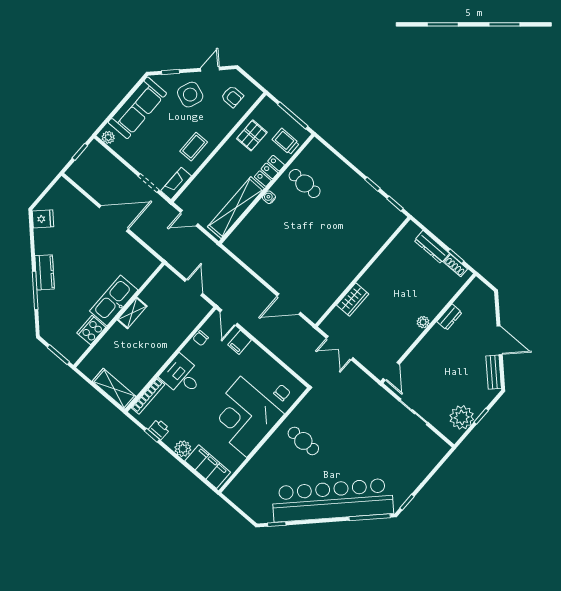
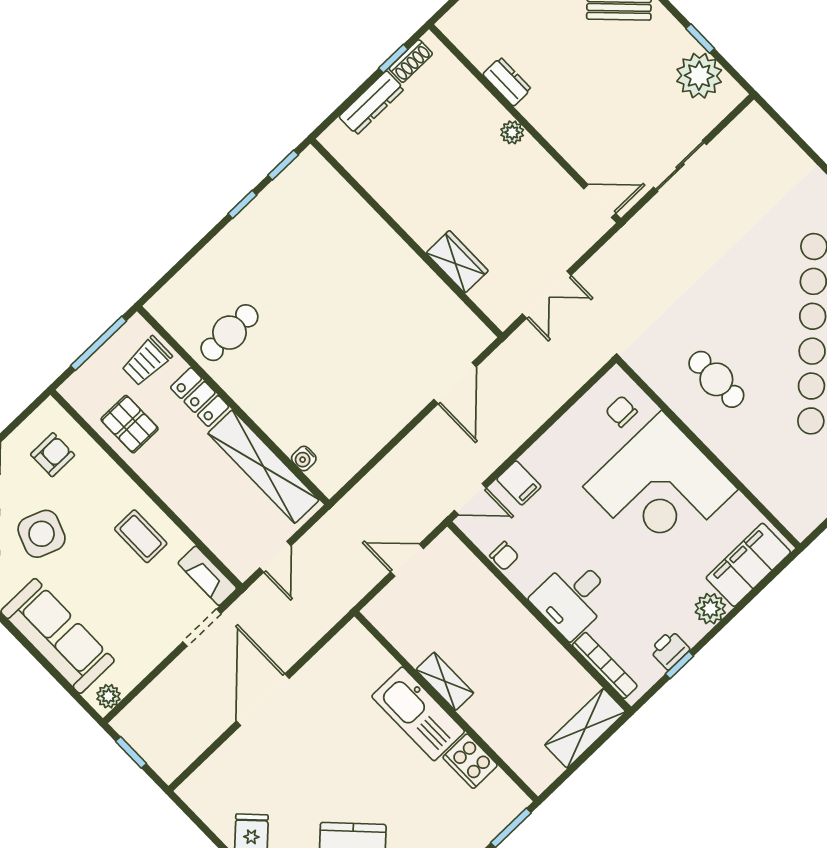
water cooler: (269, 197) -> (304, 458), moved
cafe table: (303, 441) -> (716, 379), turned 90

